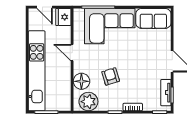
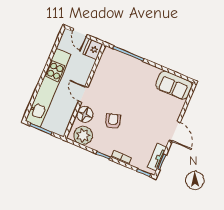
corner sofa: (110, 26) -> (132, 75), removed
door: (72, 53) -> (83, 94), moved

